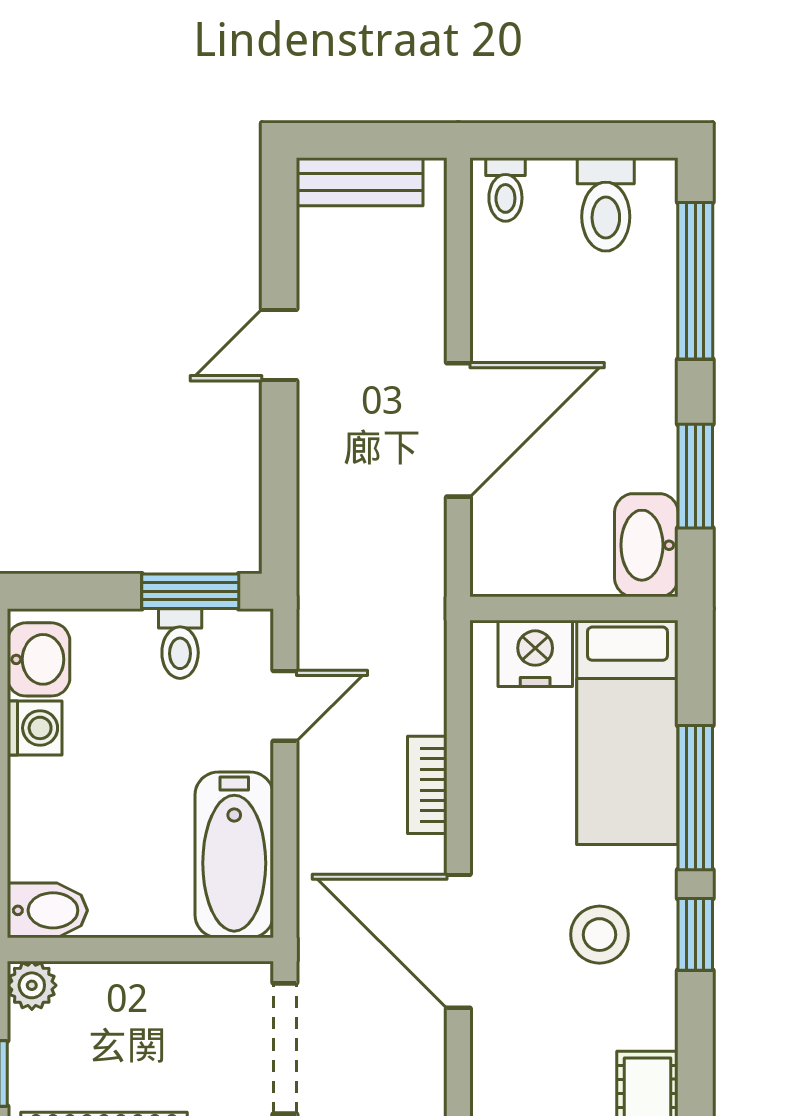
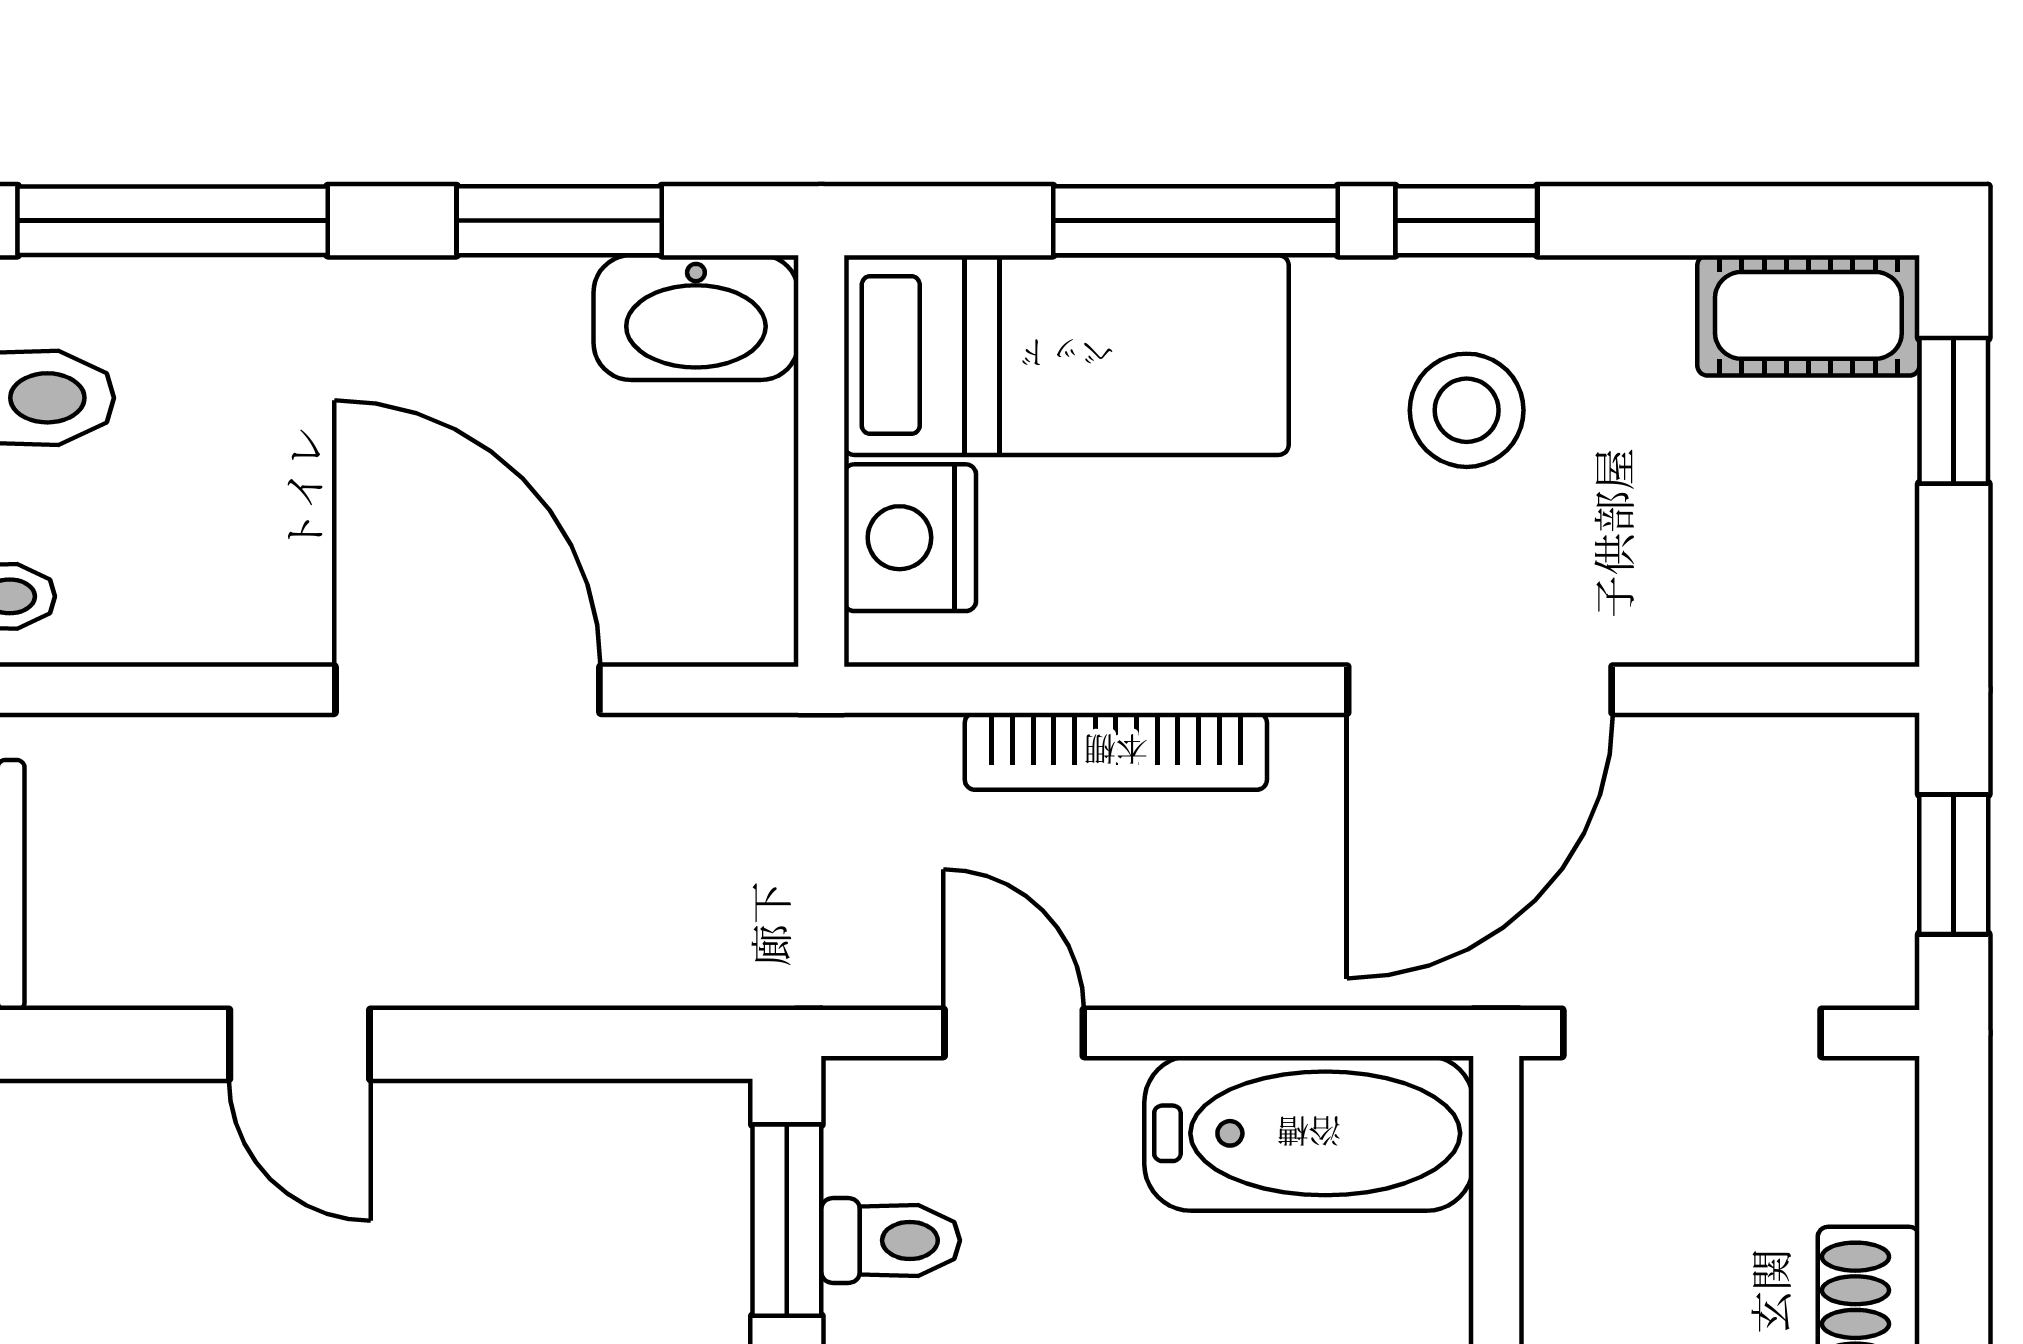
bookcase: (427, 785) -> (1116, 751), width x1.56

